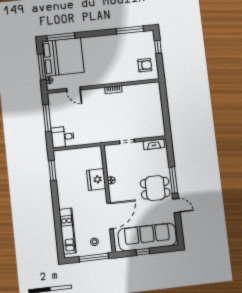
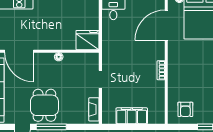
door: (73, 89) -> (166, 25), width x1.87
filing cabinet: (156, 111) -> (132, 116), added
fridge: (96, 179) -> (87, 40), moved

